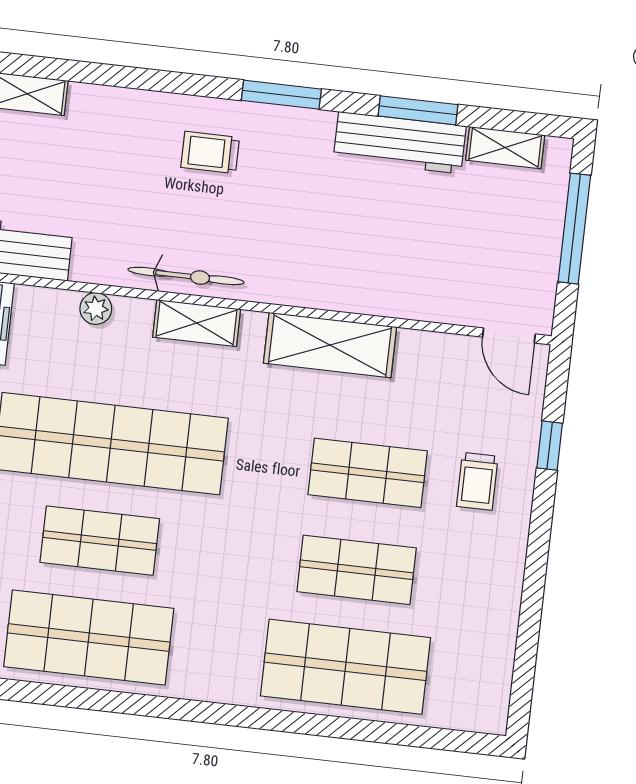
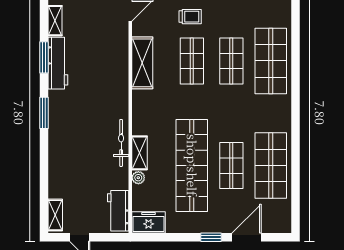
trolley: (210, 152) -> (70, 139), removed
shelving: (197, 323) -> (140, 153), moved
shelving: (330, 345) -> (142, 63), moved

